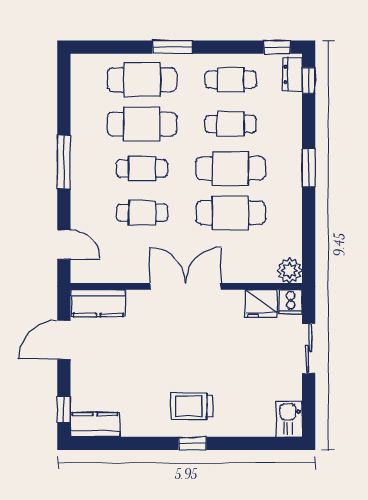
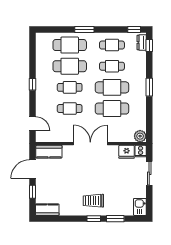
window: (64, 162) -> (32, 84), width x0.46
window: (64, 409) -> (32, 192), moved
window: (237, 443) -> (115, 219), added

